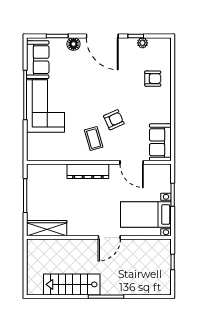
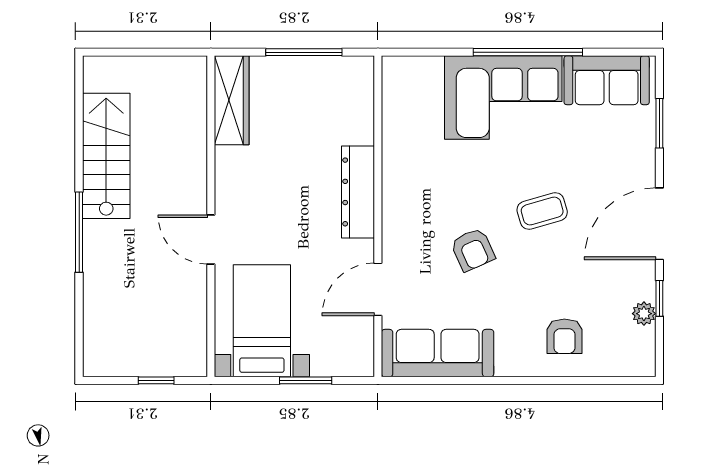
floor lamp: (73, 44) -> (641, 160), removed
coffee table: (94, 139) -> (542, 211), moved
sofa: (160, 142) -> (438, 353), width x1.36

